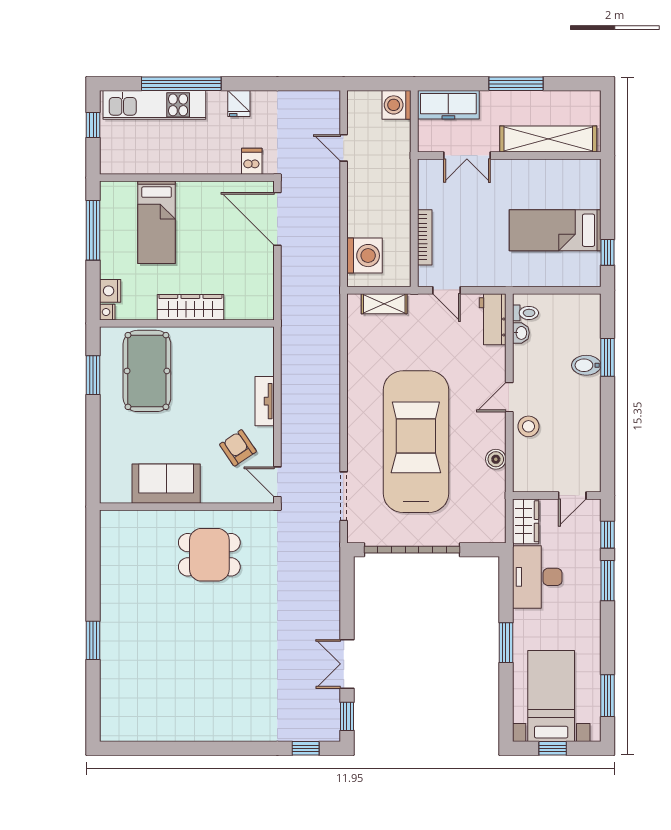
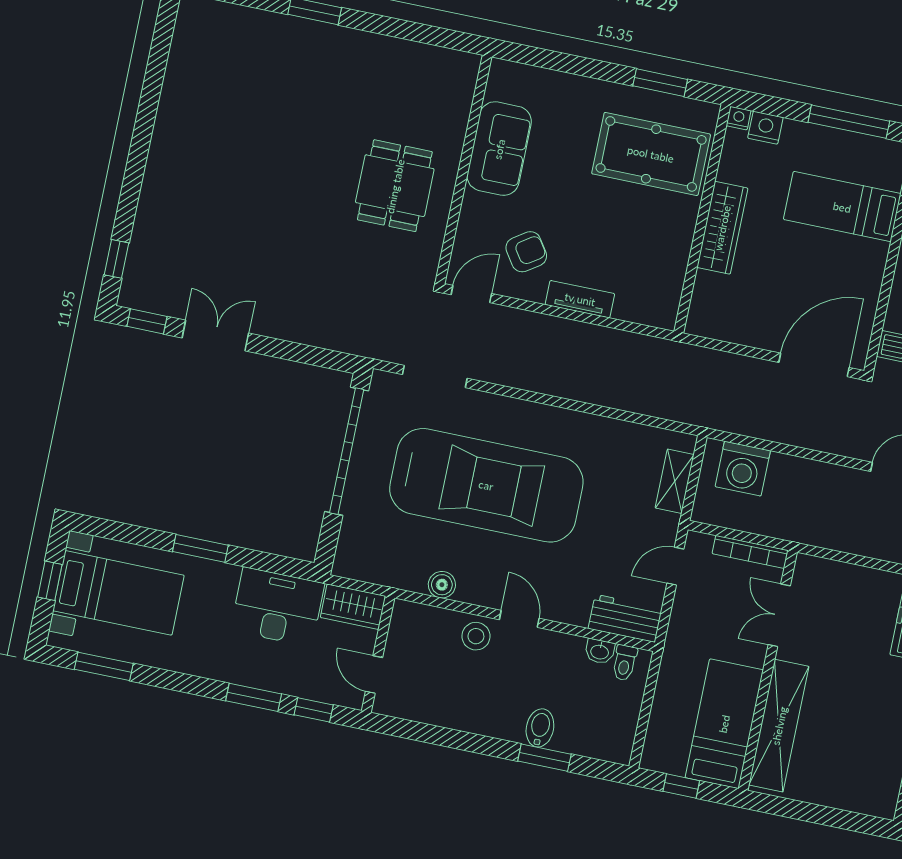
shelving: (548, 139) -> (779, 726), moved
double door: (467, 156) -> (779, 615), moved
wall: (509, 156) -> (768, 670), moved

